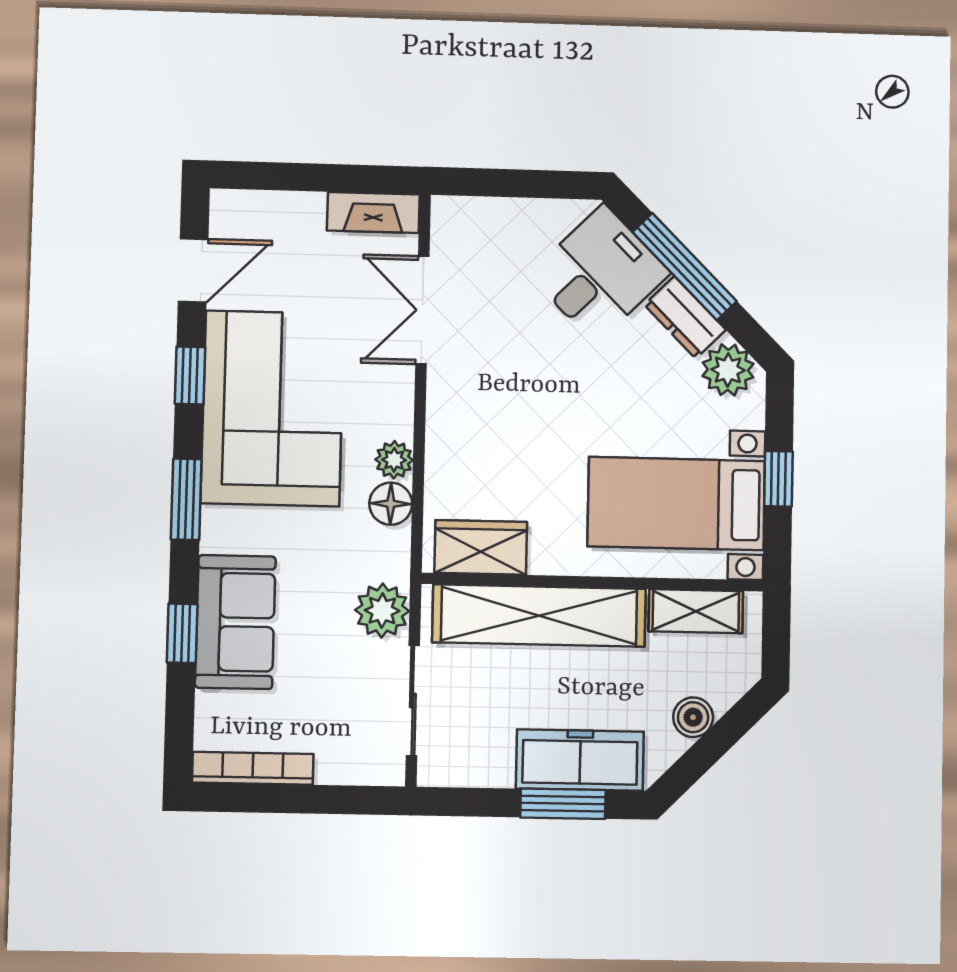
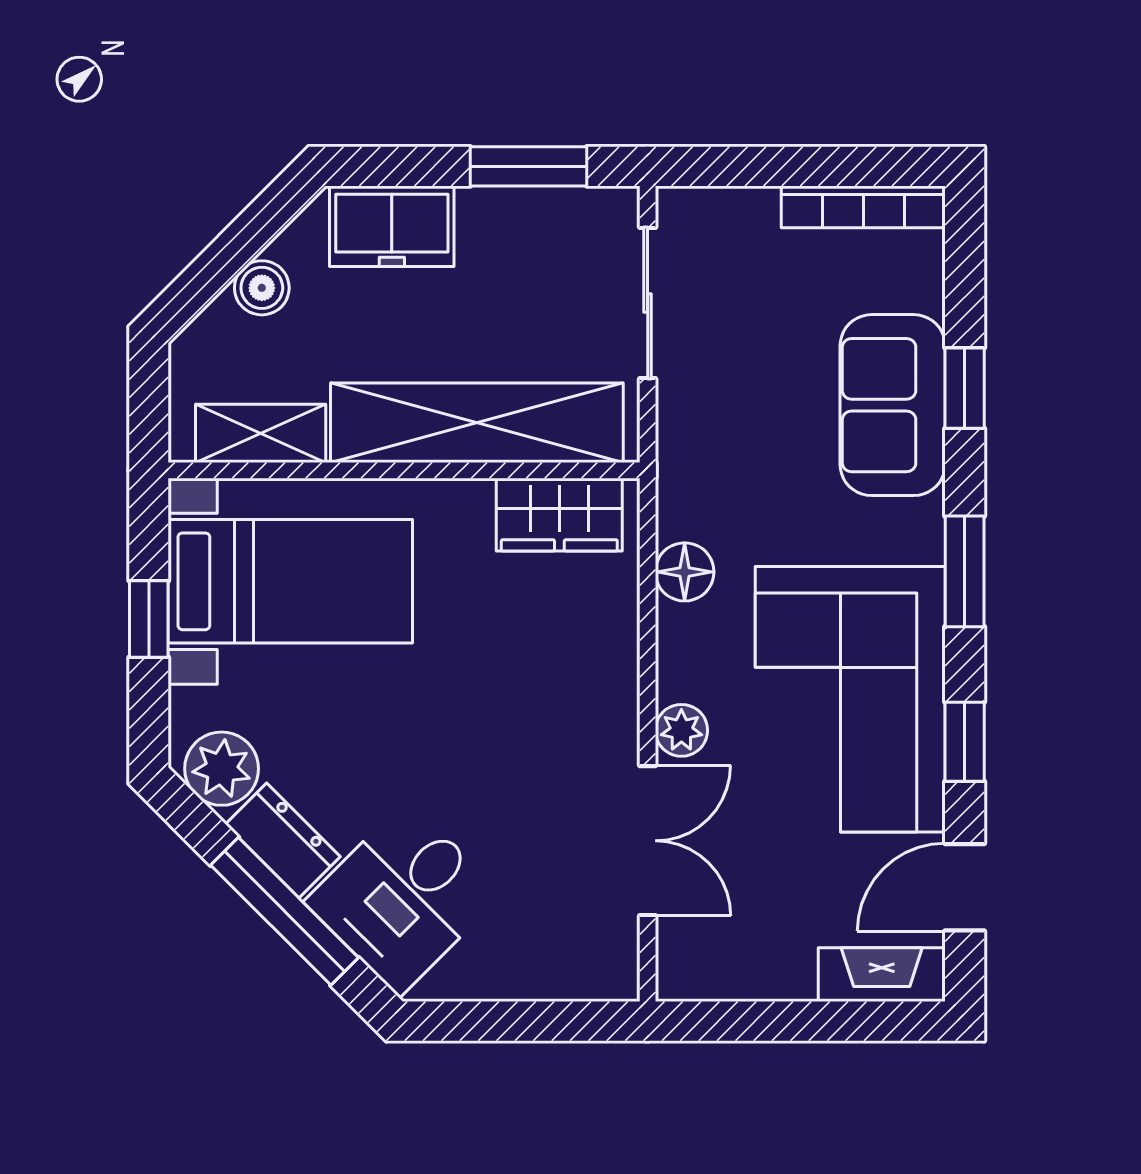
fireplace: (373, 212) -> (882, 975), moved
plant: (394, 460) -> (681, 730), moved
plant: (382, 611) -> (693, 425), removed
freezer: (580, 760) -> (392, 226), width x0.71
window: (563, 804) -> (529, 166), moved

